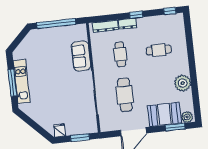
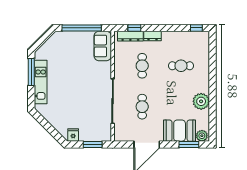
window: (136, 15) -> (134, 28), moved
sofa: (81, 56) -> (103, 46), moved
window: (12, 83) -> (31, 72), moved
cafe table: (125, 95) -> (142, 107), width x0.73, depth x0.74

